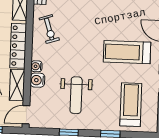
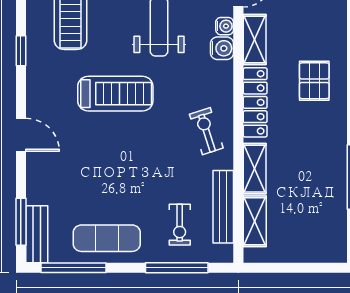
treadmill: (127, 52) -> (115, 94), moved
water cooler: (36, 66) -> (225, 26), moved

